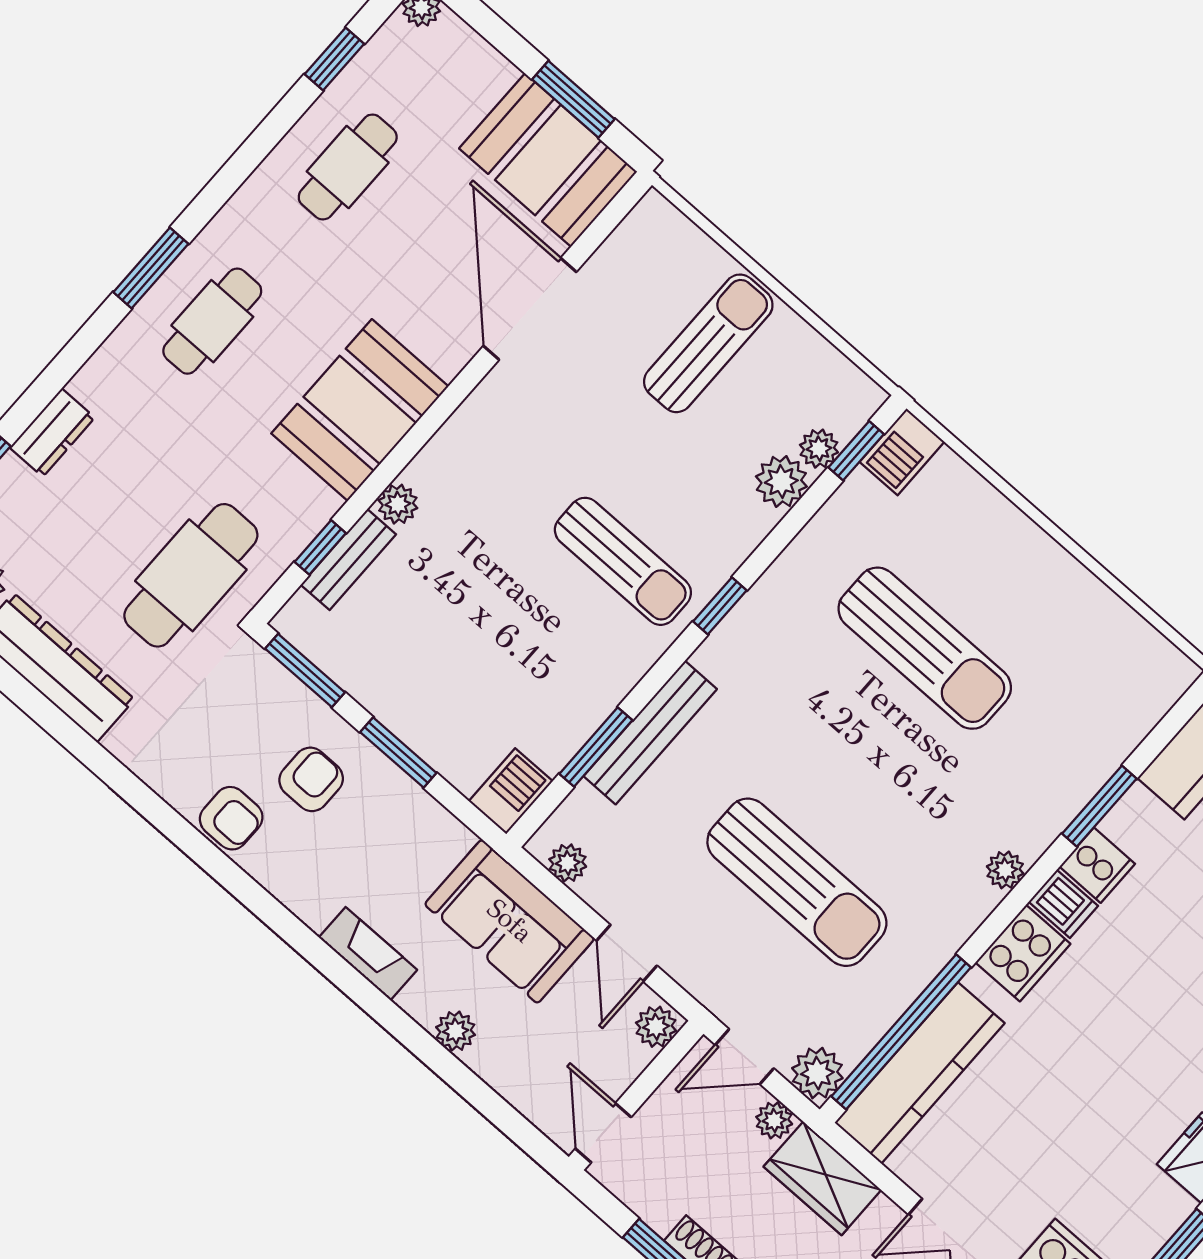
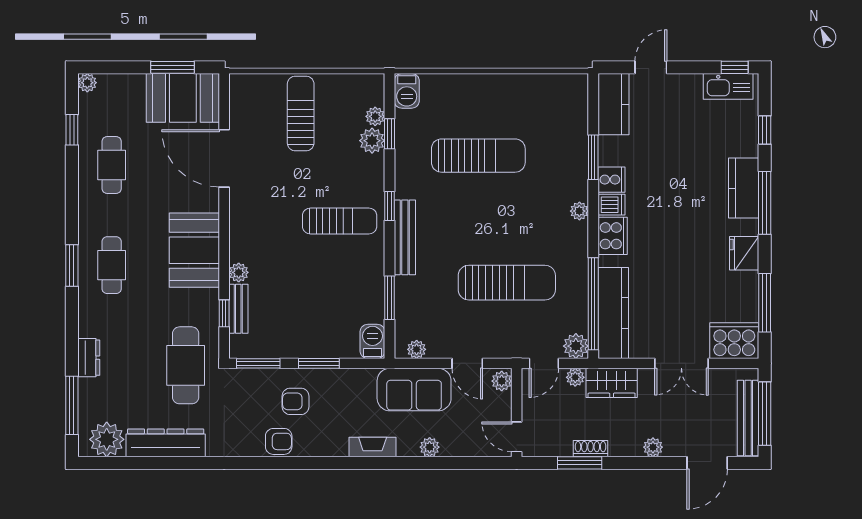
window: (856, 451) -> (390, 134), moved
bench: (650, 733) -> (405, 237), moved
armchair: (311, 779) -> (296, 401), turned -90

